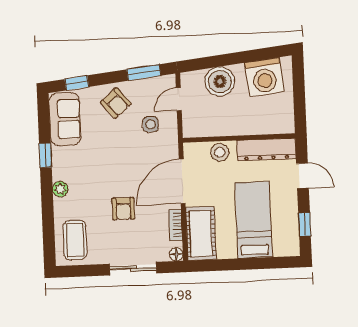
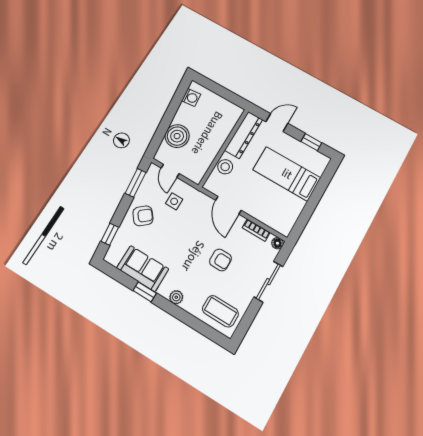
washing machine: (264, 77) -> (191, 97), width x0.53, depth x0.53
sofa: (65, 119) -> (143, 268), moved
door: (182, 181) -> (228, 205), width x0.73
cot: (201, 233) -> (273, 216), removed

